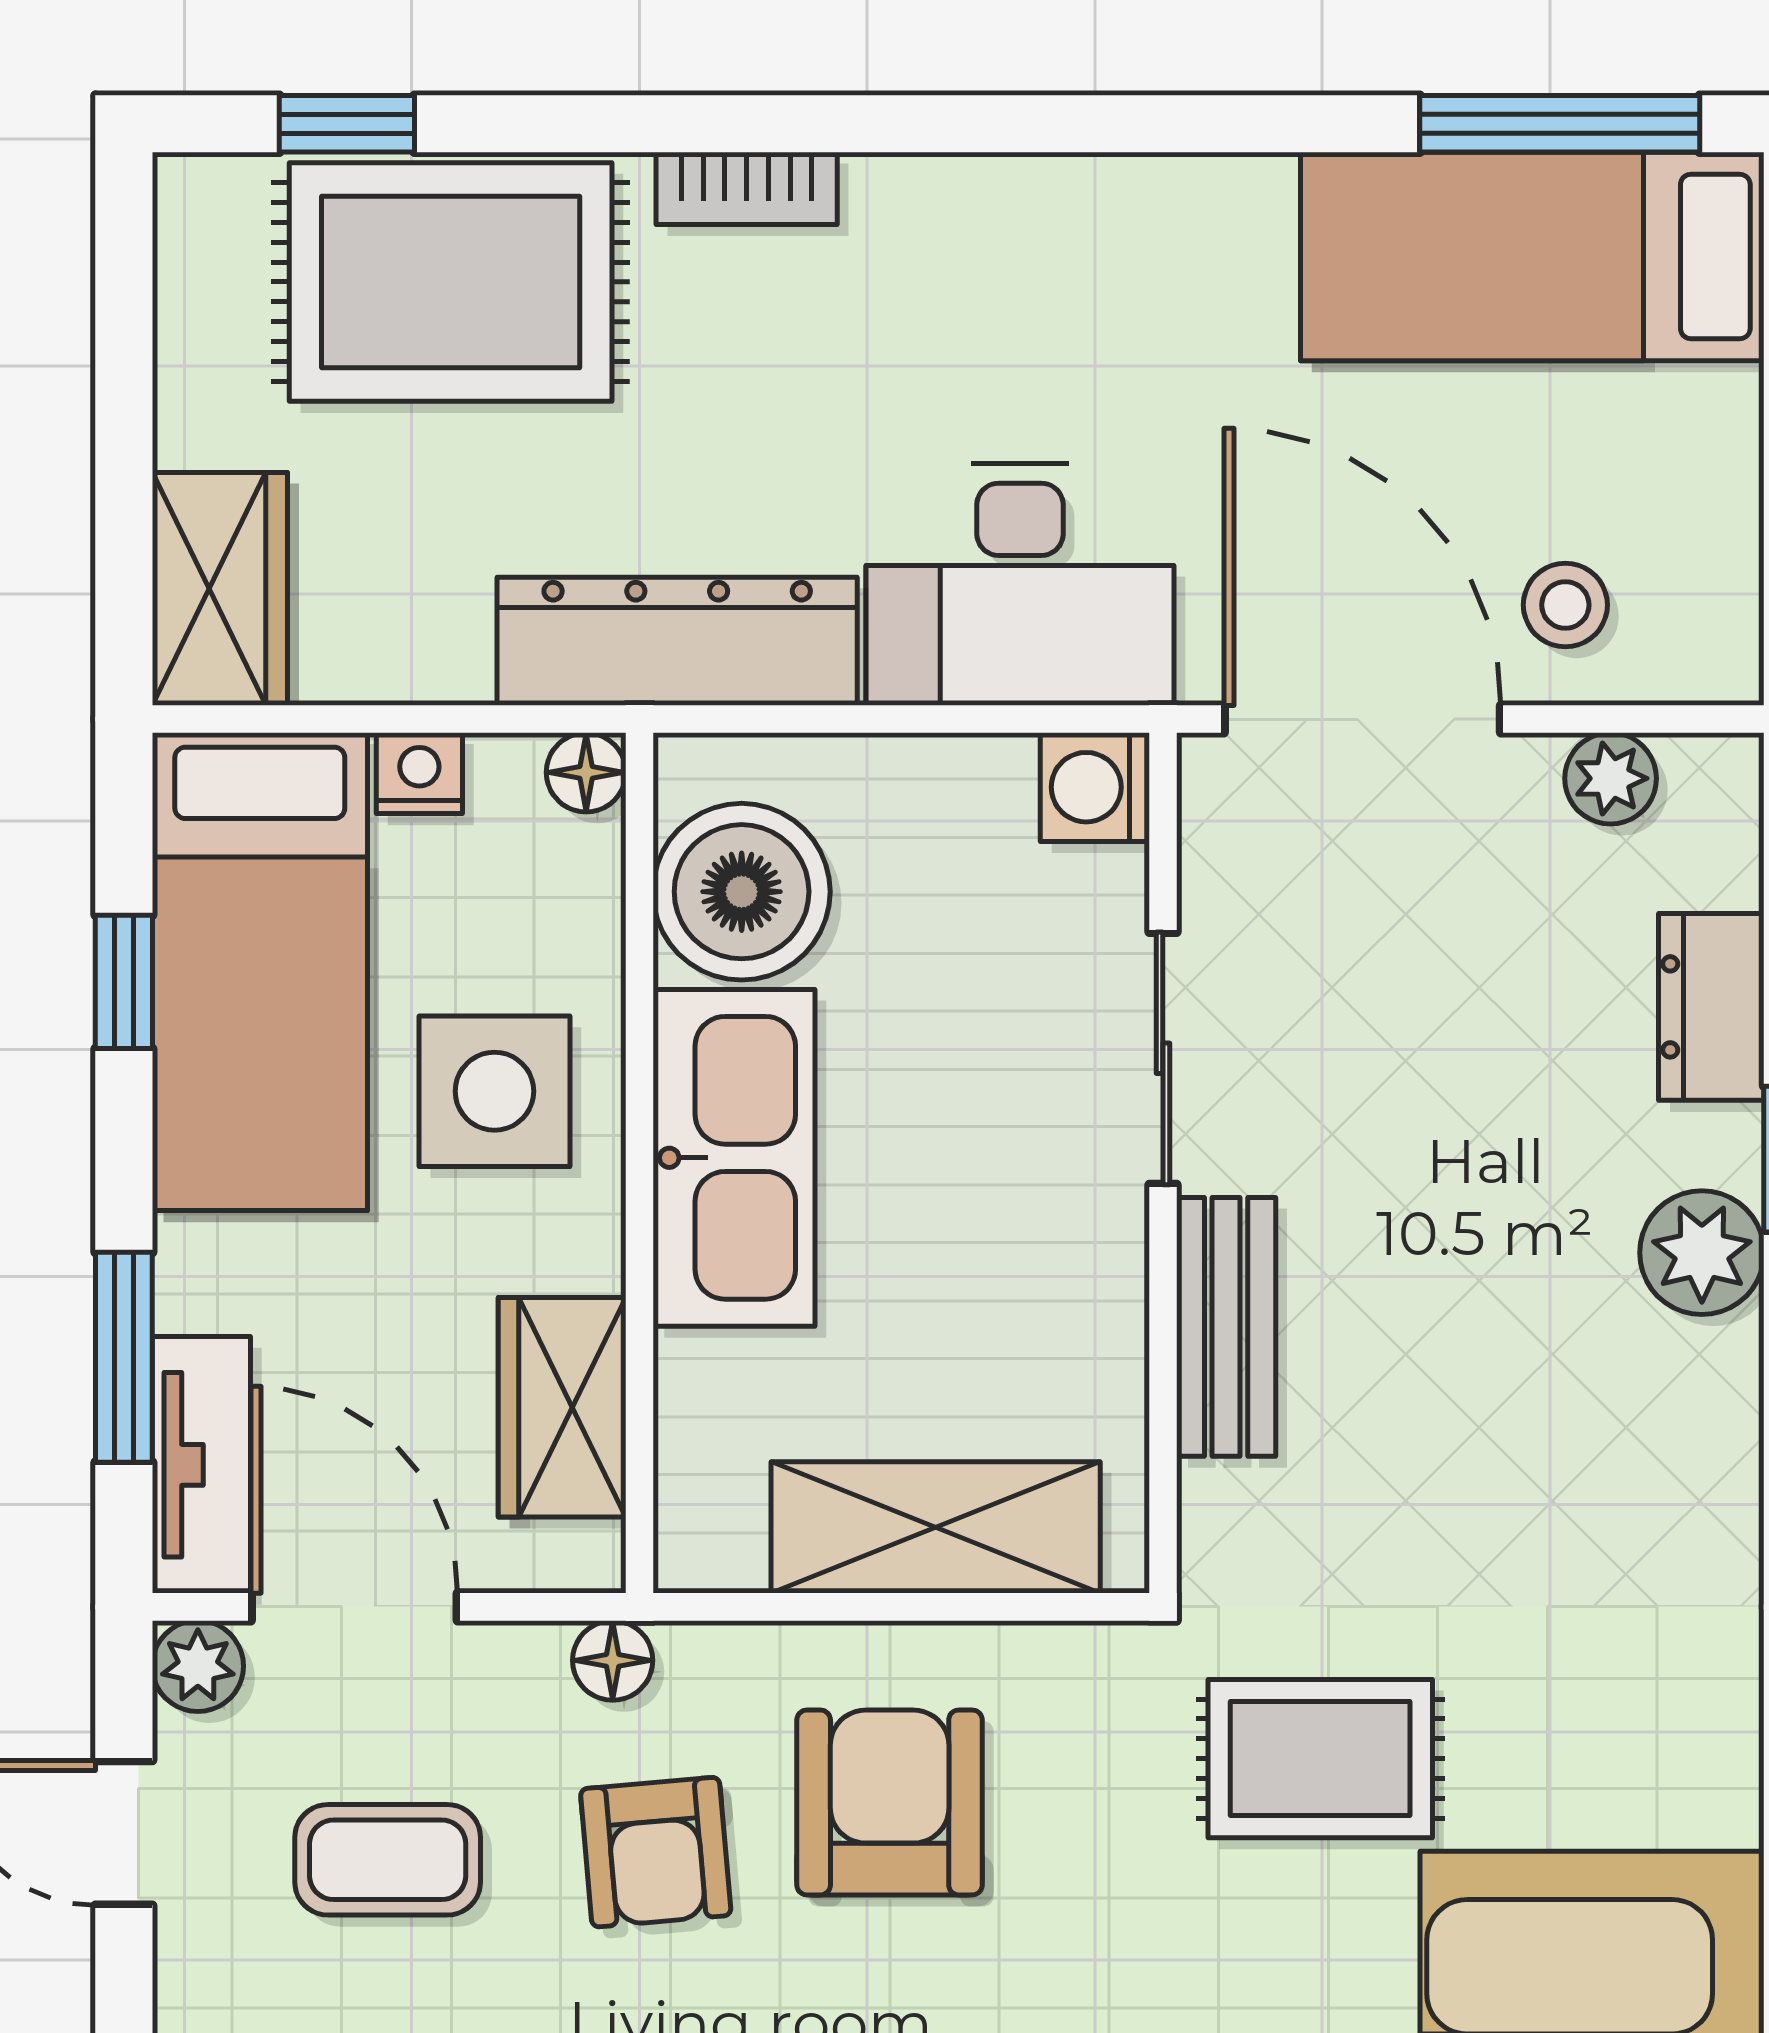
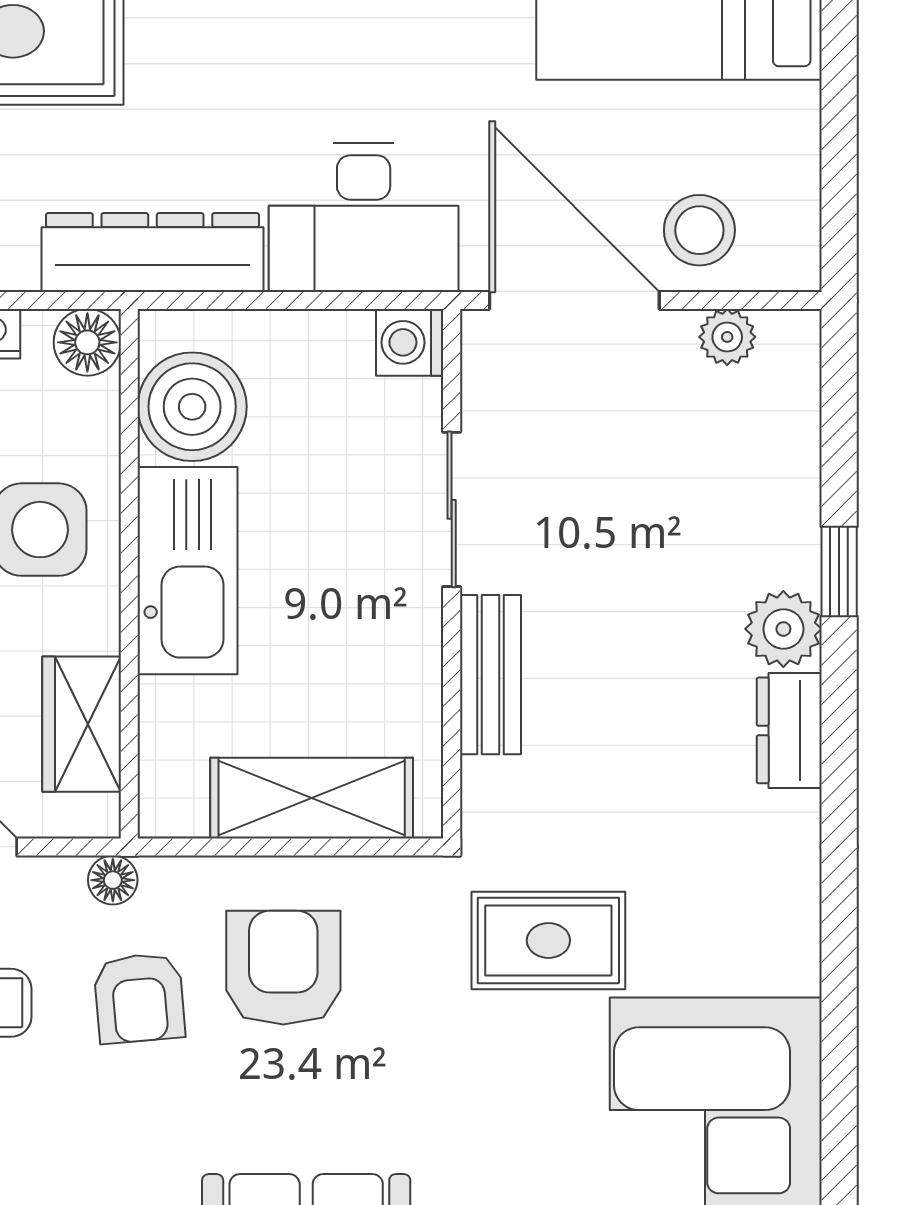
stool: (1565, 605) -> (699, 230), width x1.37, depth x1.37
floor lamp: (586, 772) -> (87, 342), width x1.37, depth x1.37
dresser: (1711, 1007) -> (789, 730), moved

